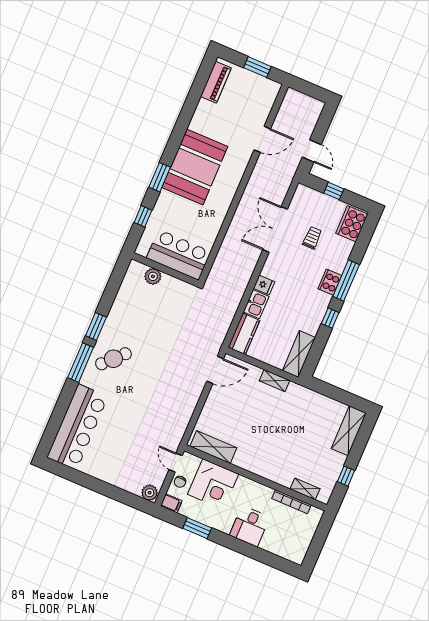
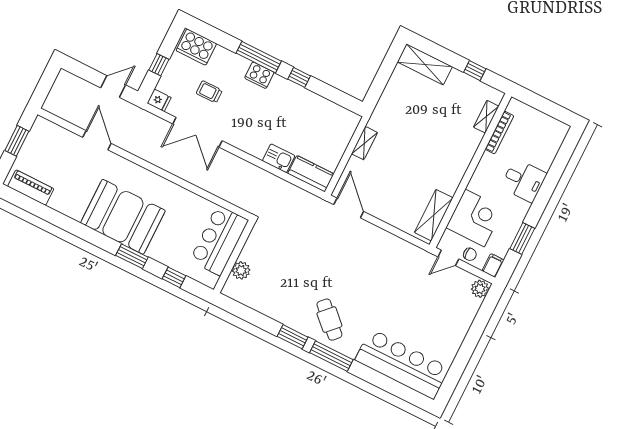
fridge: (264, 285) -> (159, 100), moved, turned 90
shelving: (299, 354) -> (337, 114), removed

